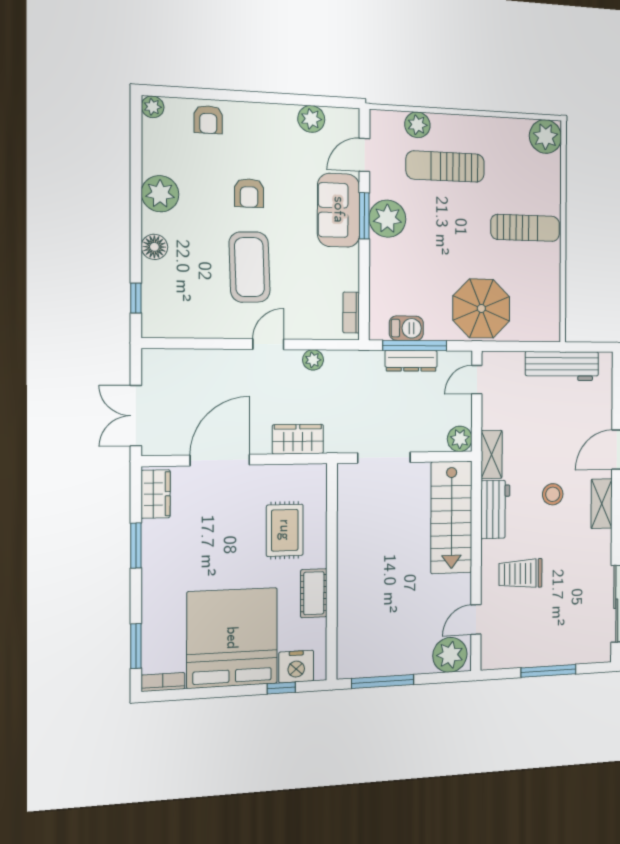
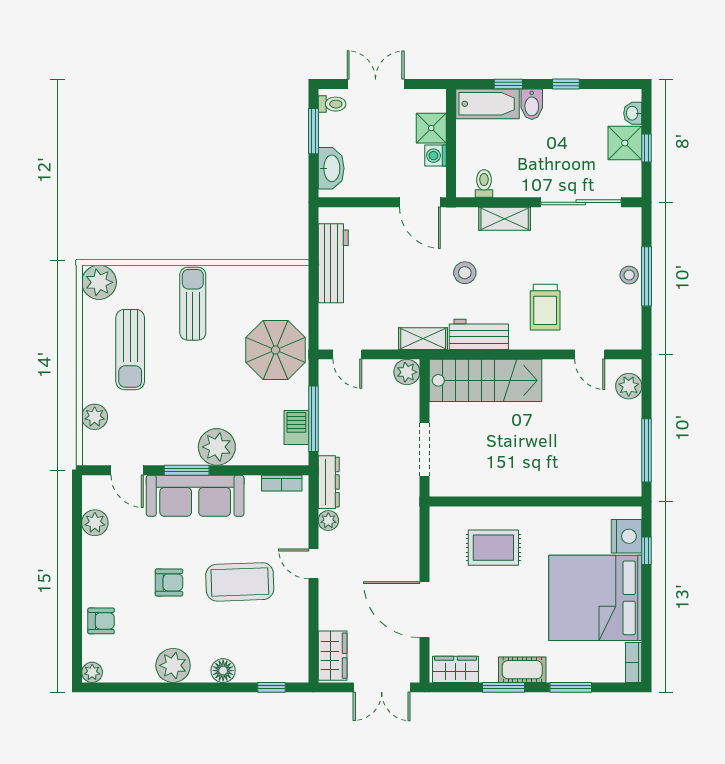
sun lounger: (445, 167) -> (130, 350), moved
sofa: (339, 210) -> (195, 496), width x1.36
plant: (387, 219) -> (217, 447), moved
dresser: (411, 361) -> (329, 482), moved
wardrobe: (298, 439) -> (333, 656), moved, turned 180
shelving: (602, 504) -> (505, 219), moved
cot: (314, 593) -> (522, 670), moved
window: (136, 646) -> (571, 687), moved
stool: (550, 654) -> (629, 275), added
plant: (450, 655) -> (629, 386), width x0.73, depth x0.73

